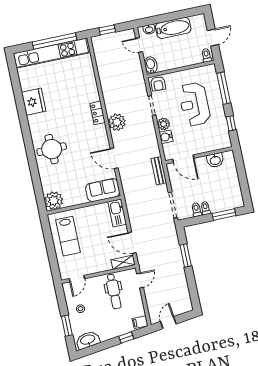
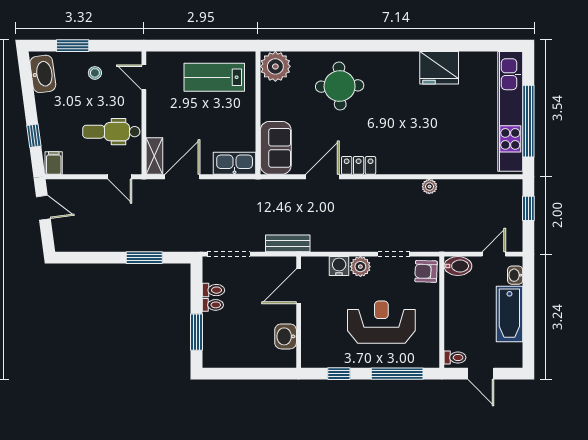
locker: (98, 113) -> (359, 165), moved
plant: (117, 122) -> (429, 187), moved, width x0.53, depth x0.53
round table: (52, 149) -> (340, 86), moved

